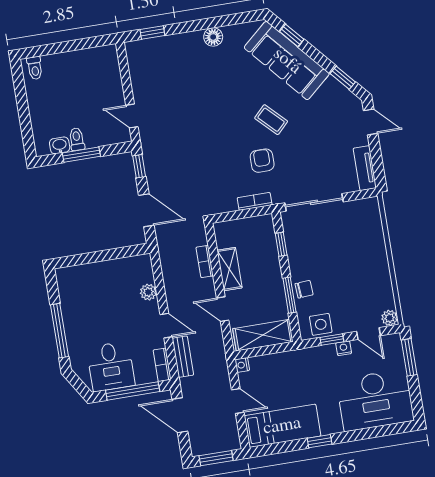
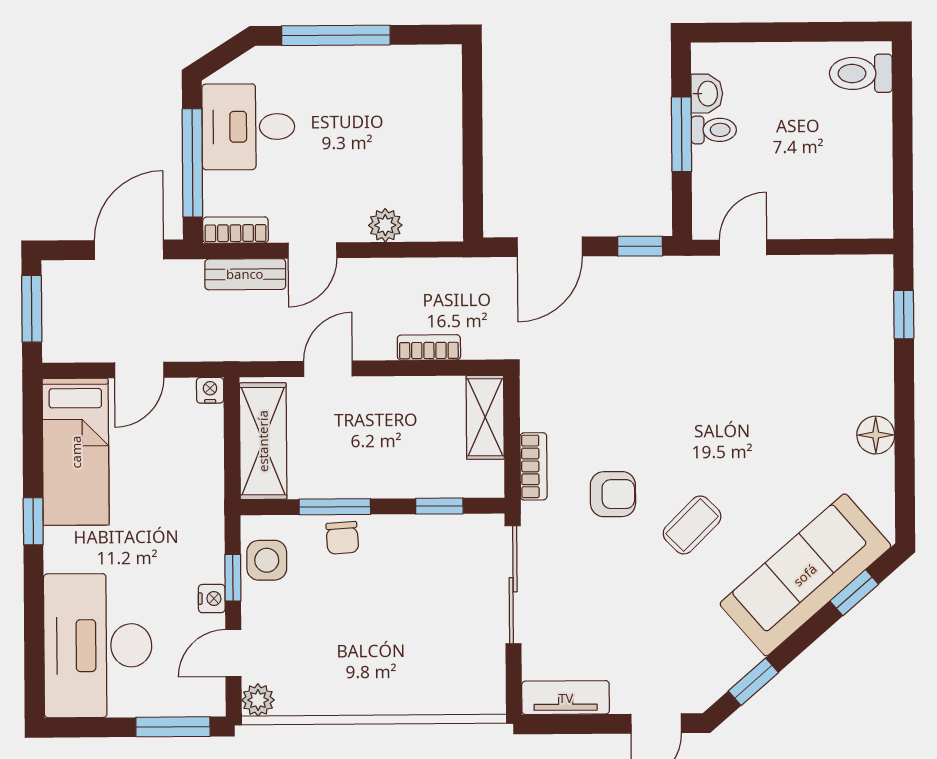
toilet: (35, 68) -> (861, 73), width x1.37, depth x1.39
shelving: (229, 269) -> (485, 417), moved, turned 90

